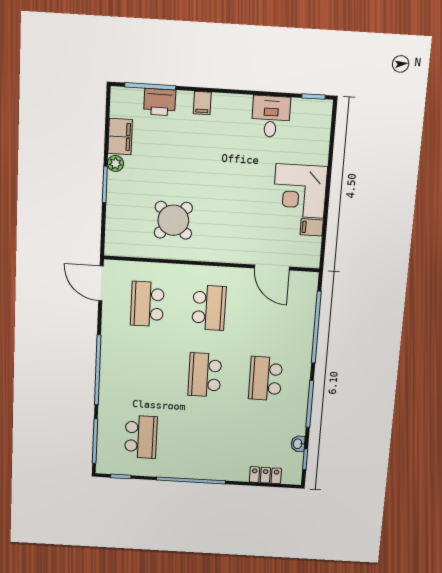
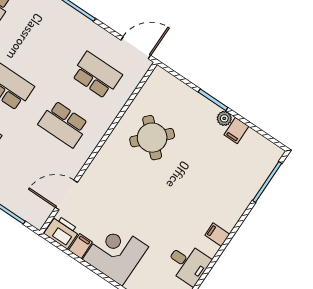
printer: (160, 102) -> (62, 232), moved, turned 90
filing cabinet: (202, 103) -> (217, 235), moved
filing cabinet: (120, 136) -> (236, 130), width x0.50

